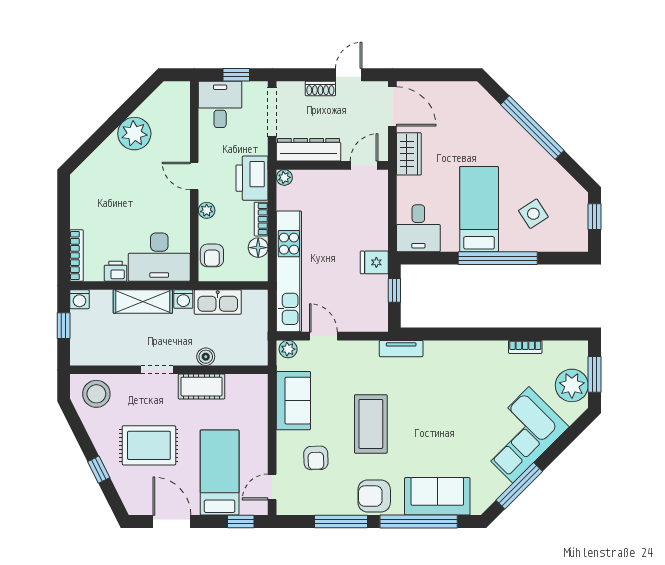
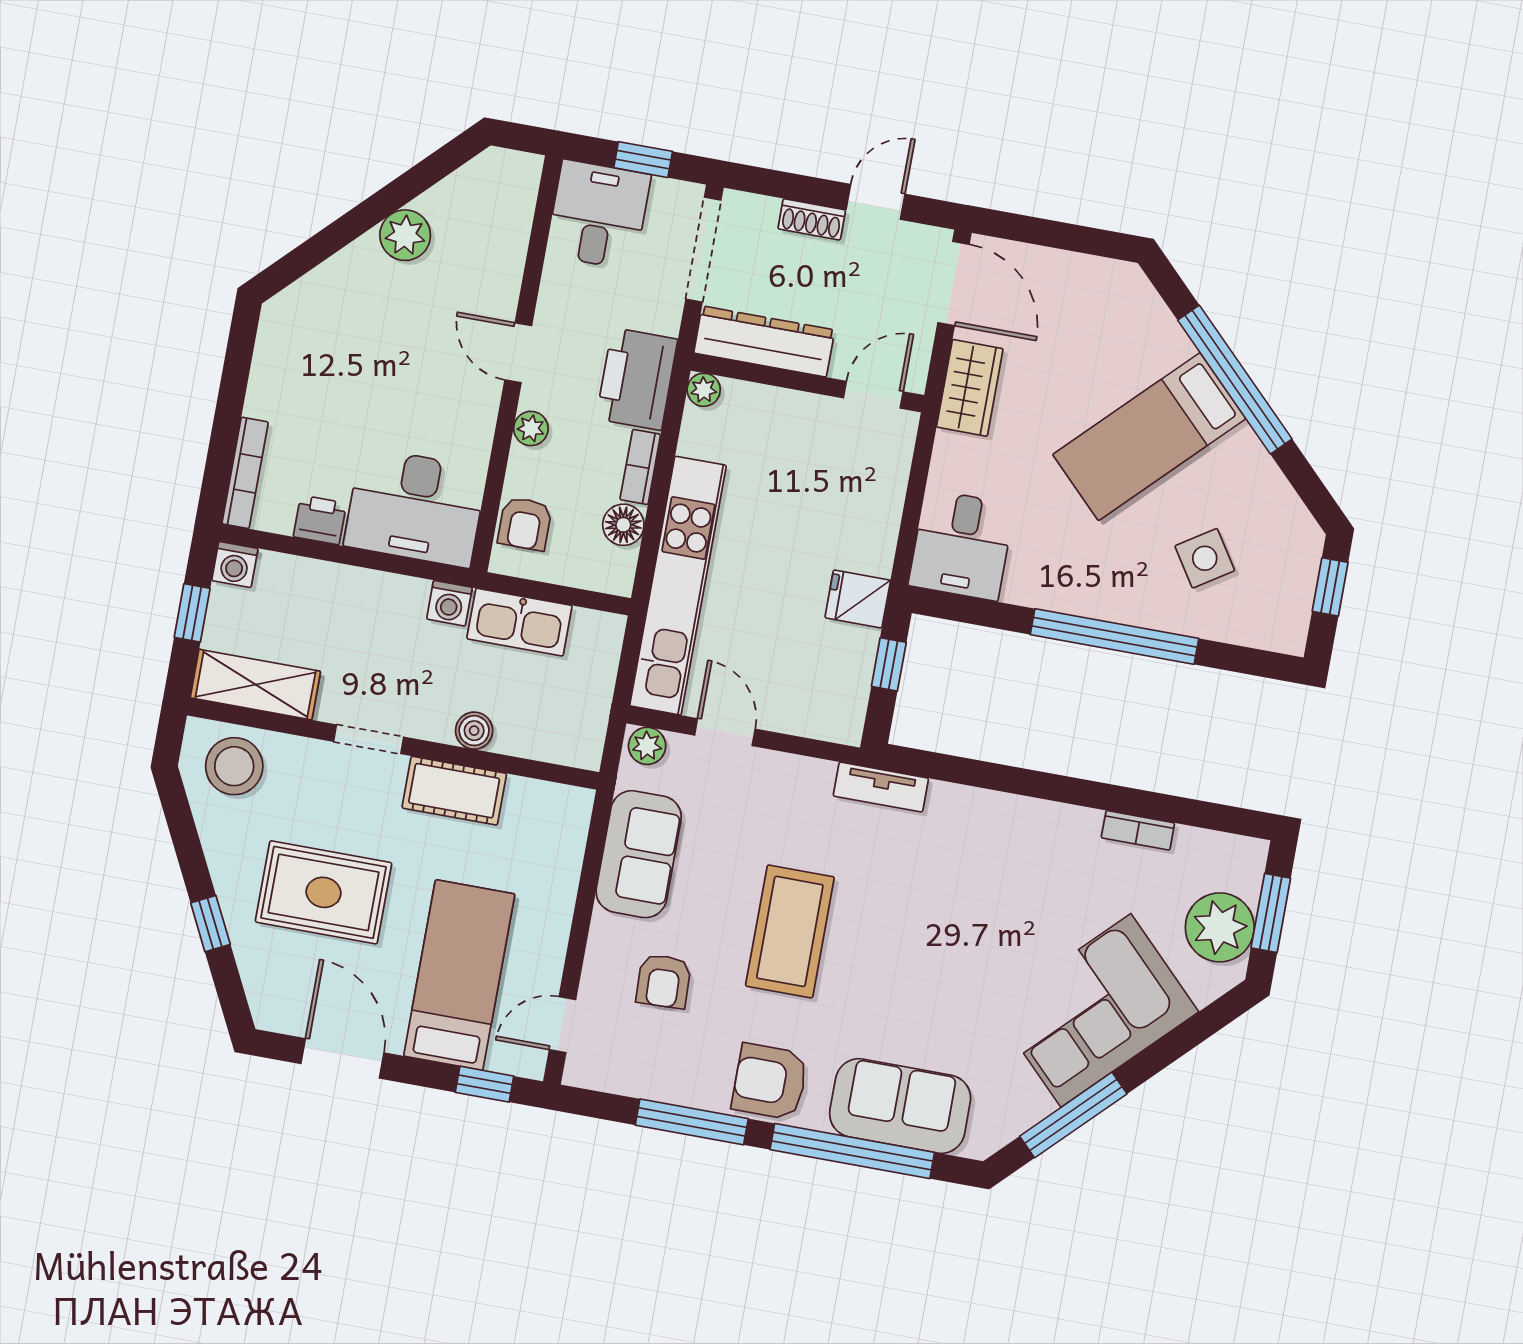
plant: (134, 134) -> (405, 235), width x0.73, depth x0.73
bed: (479, 209) -> (1149, 437), moved, turned -135
shelving: (143, 301) -> (255, 685), moved

